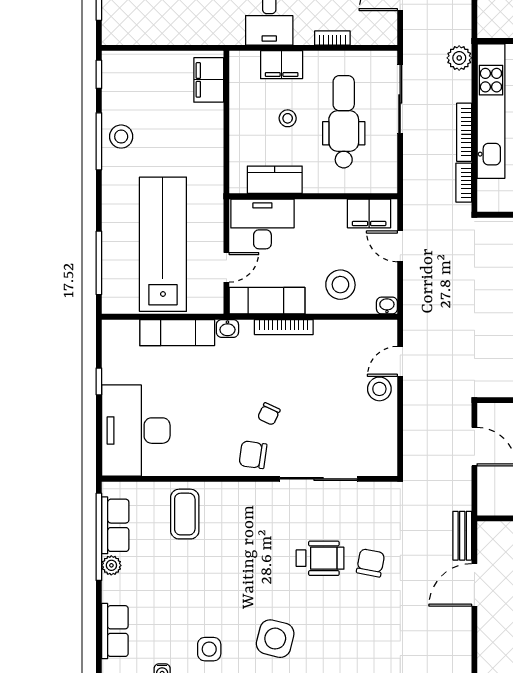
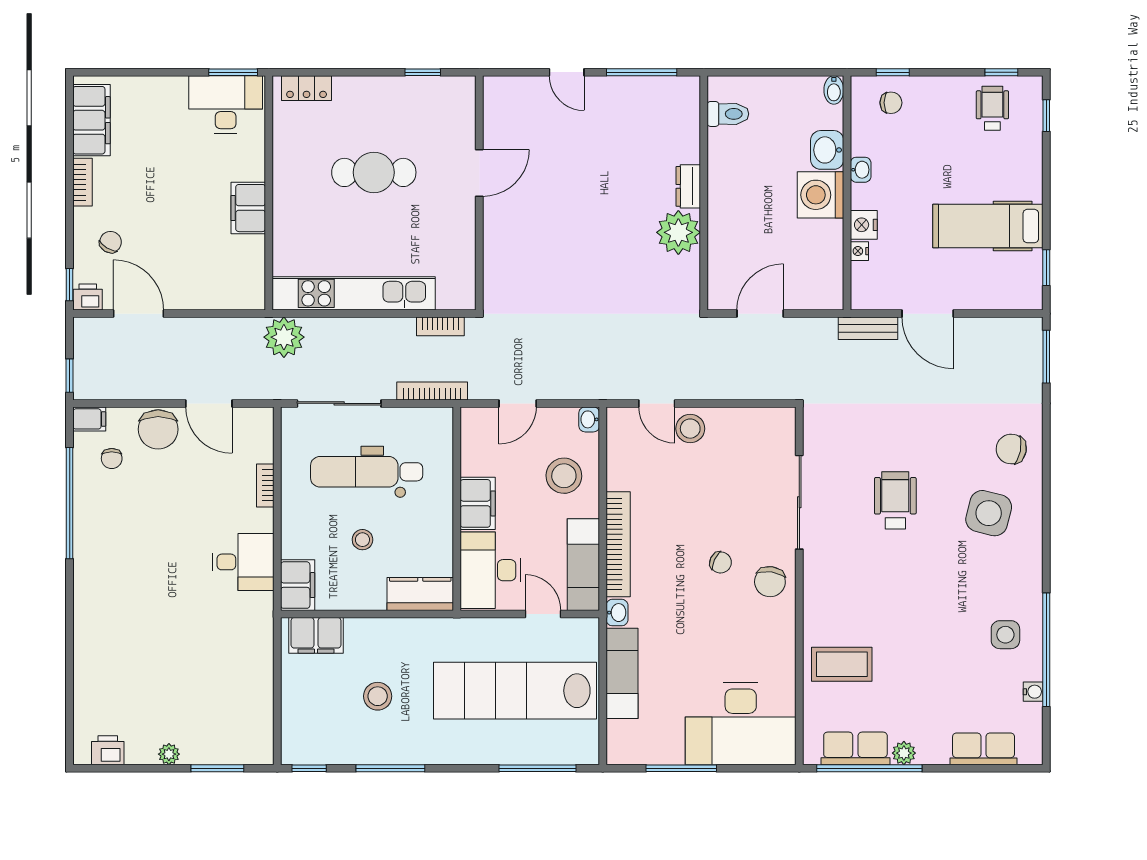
plant: (459, 58) -> (284, 337), width x1.36, depth x1.36
filing cabinet: (282, 65) -> (298, 585), moved
bookcase: (464, 132) -> (432, 391), moved, turned 180
stool: (121, 137) -> (378, 696), moved
kitchen counter: (275, 180) -> (420, 594), moved, turned 90
filing cabinet: (369, 213) -> (478, 503), moved
bookcase: (284, 327) -> (618, 544), width x1.48, depth x1.31
window: (99, 381) -> (681, 768), width x2.17
chair: (371, 563) -> (1011, 449), moved
side table: (275, 639) -> (989, 513), moved

